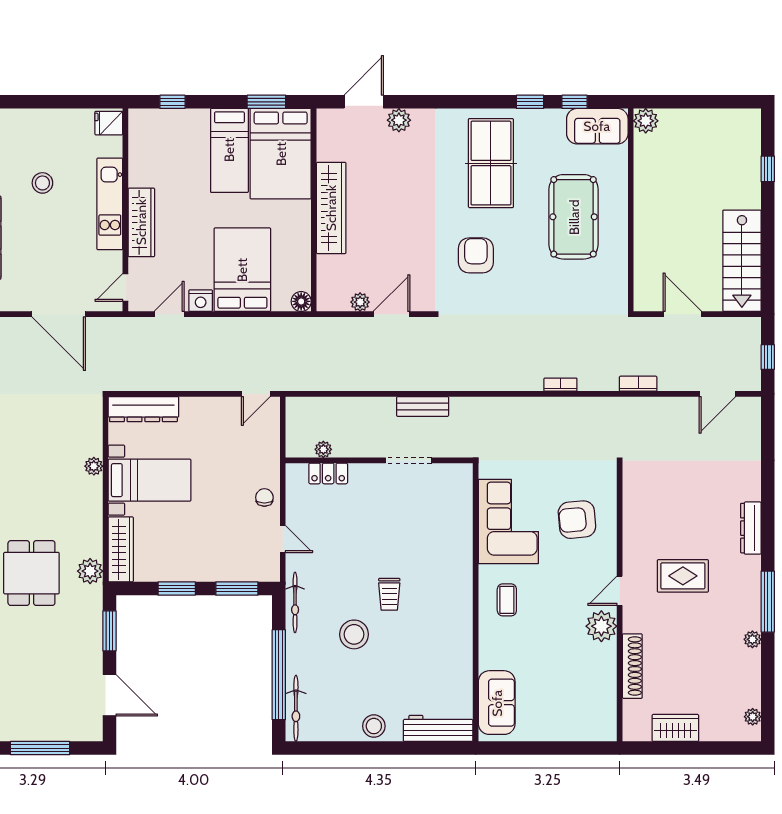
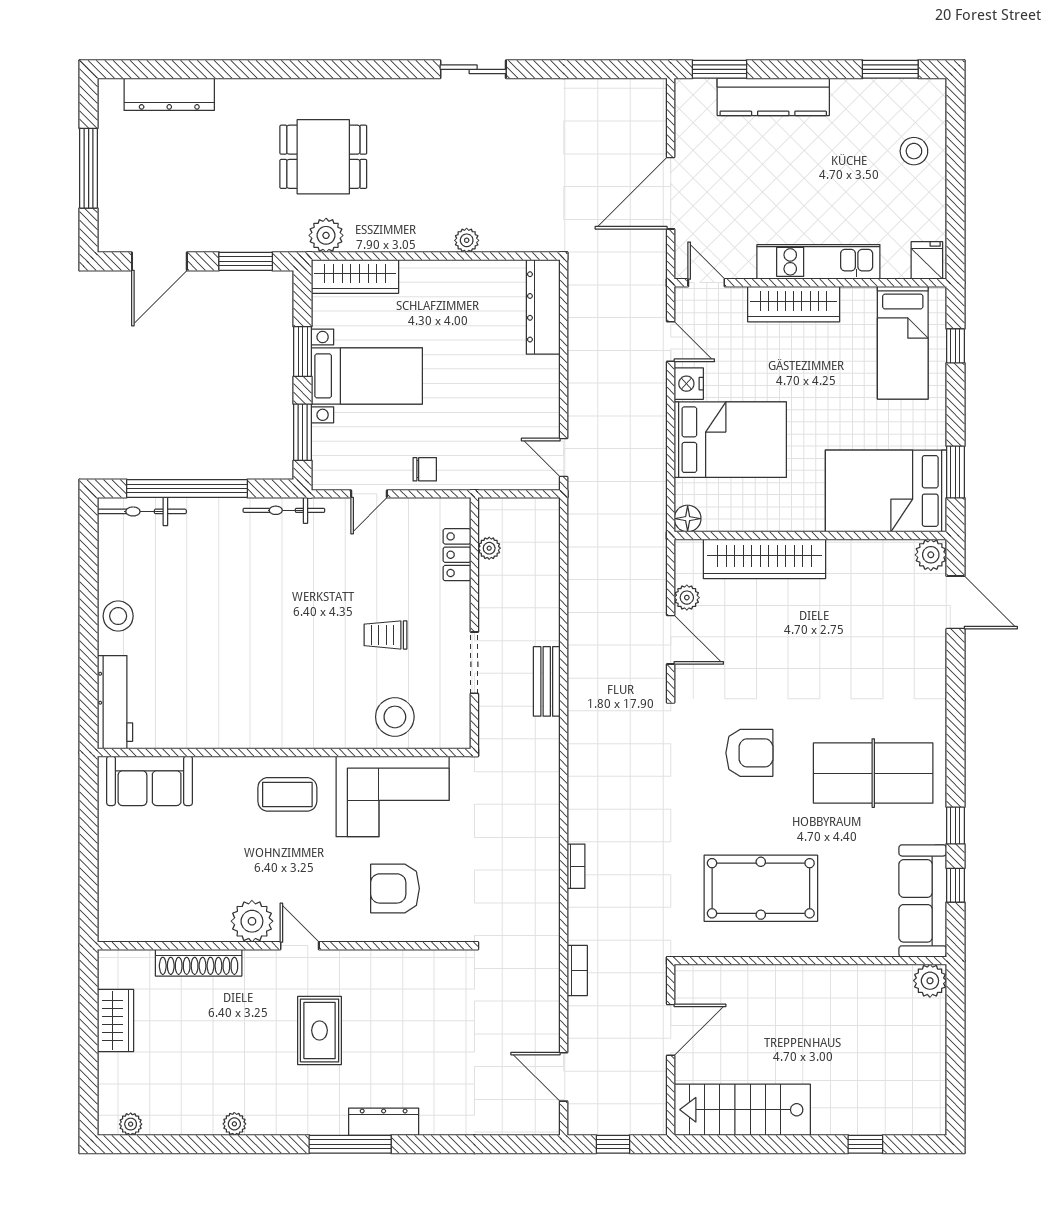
plant: (399, 120) -> (931, 555), moved
sofa: (597, 126) -> (923, 901), width x1.36
bed: (229, 150) -> (903, 343), moved, turned -90
stool: (42, 183) -> (914, 151), moved
wardrobe: (331, 208) -> (764, 559), moved
pool table: (574, 217) -> (761, 888), moved
bed with nightstands: (149, 480) -> (367, 376), moved, turned -90
armchair: (577, 520) -> (395, 888), turned -85
trolley: (389, 594) -> (385, 635), moved
coffee table: (507, 600) -> (287, 794), width x1.36, depth x1.30
window: (768, 602) -> (350, 1144), moved
stool: (354, 634) -> (395, 717), moved

